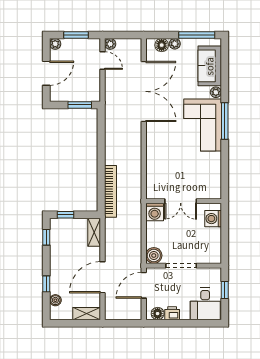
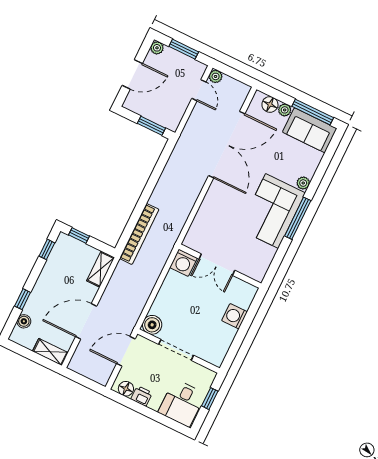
sofa: (210, 66) -> (310, 130), moved, turned -90
double door: (181, 201) -> (217, 265), moved
wall: (184, 201) -> (220, 266), moved
washing machine: (155, 212) -> (183, 263), moved

